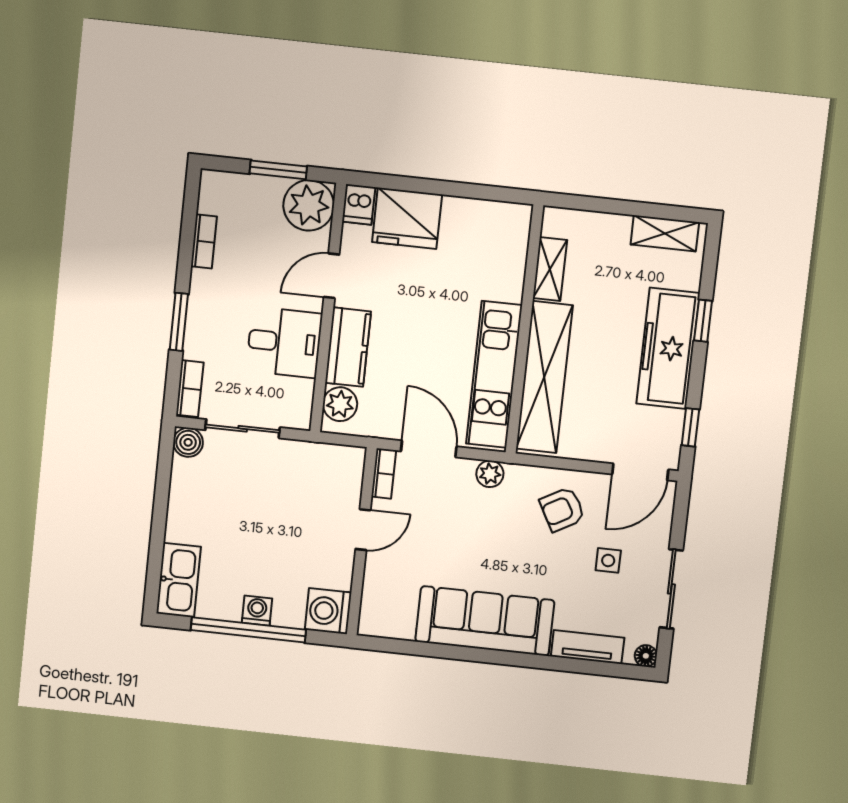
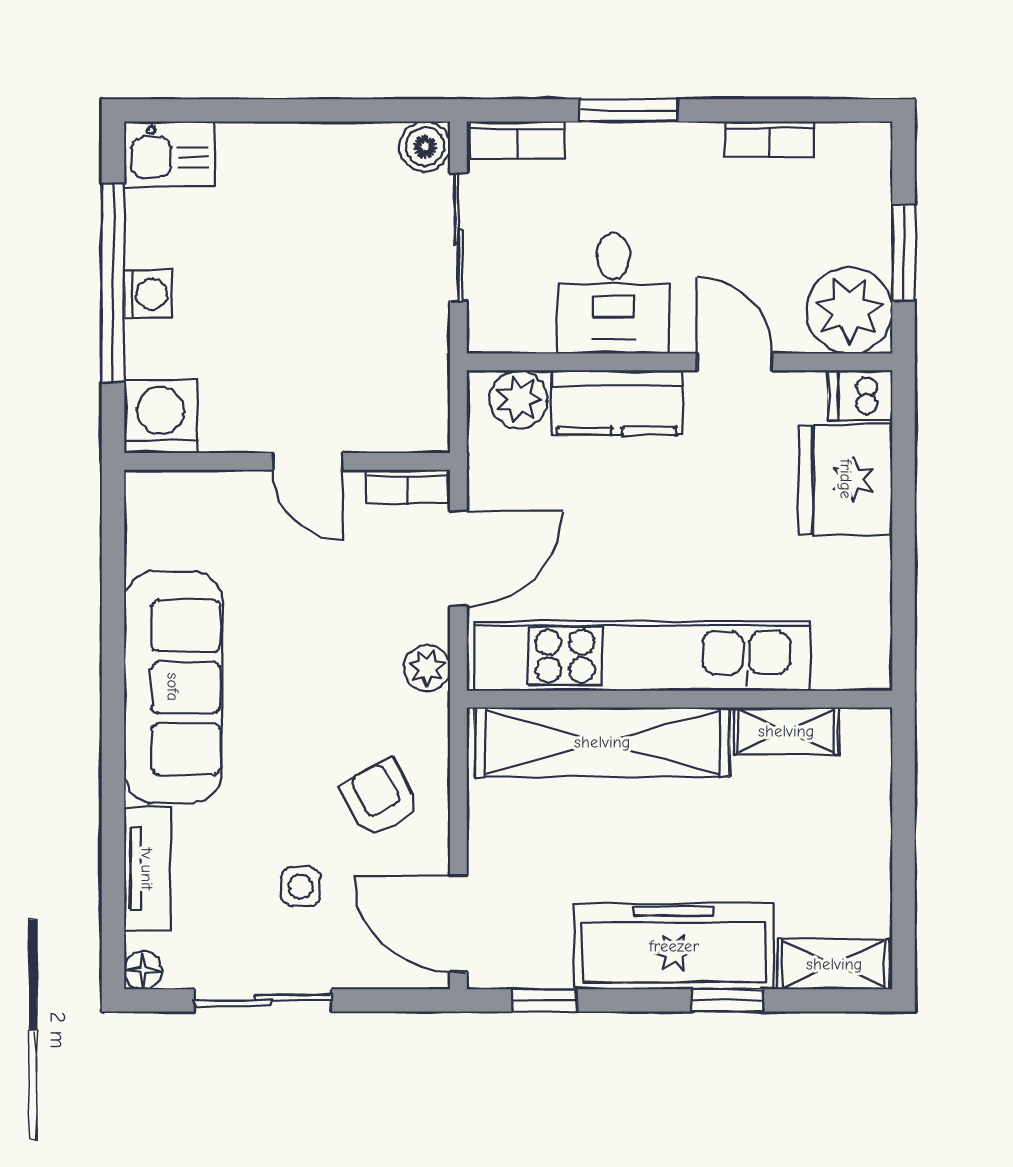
shelving: (665, 233) -> (834, 964), moved, turned 90
kitchen unit: (494, 374) -> (642, 656), width x1.36
kitchen sink: (179, 580) -> (169, 154), width x0.73

